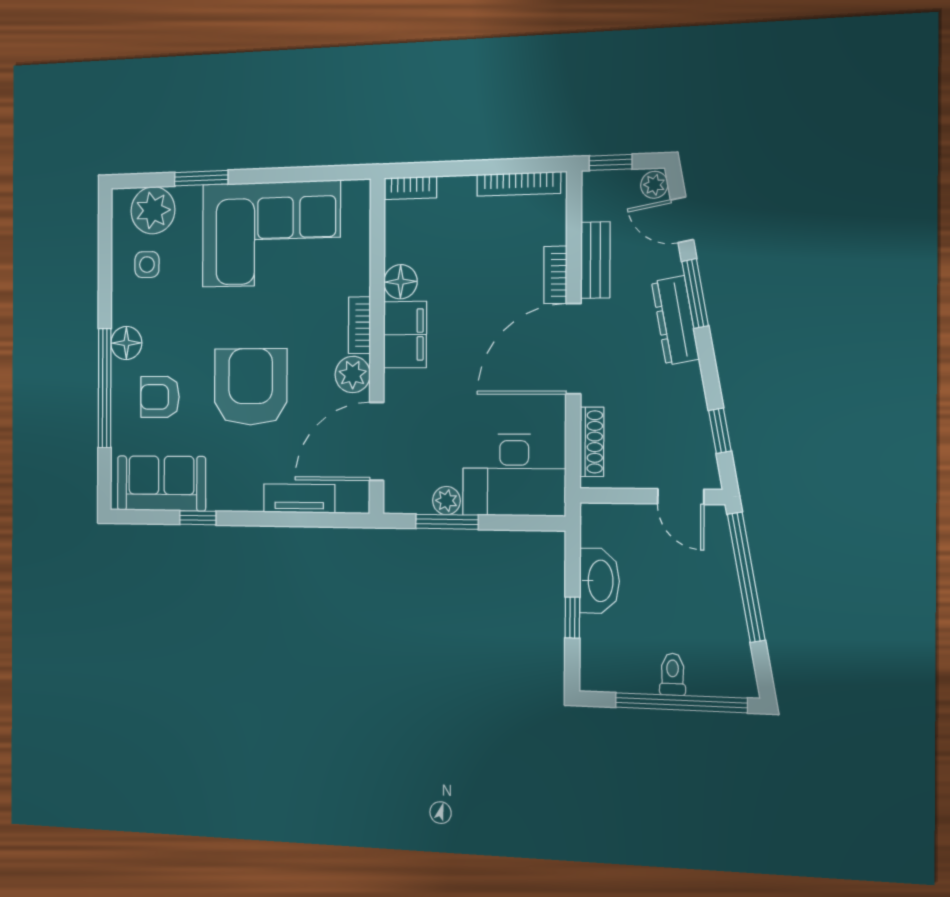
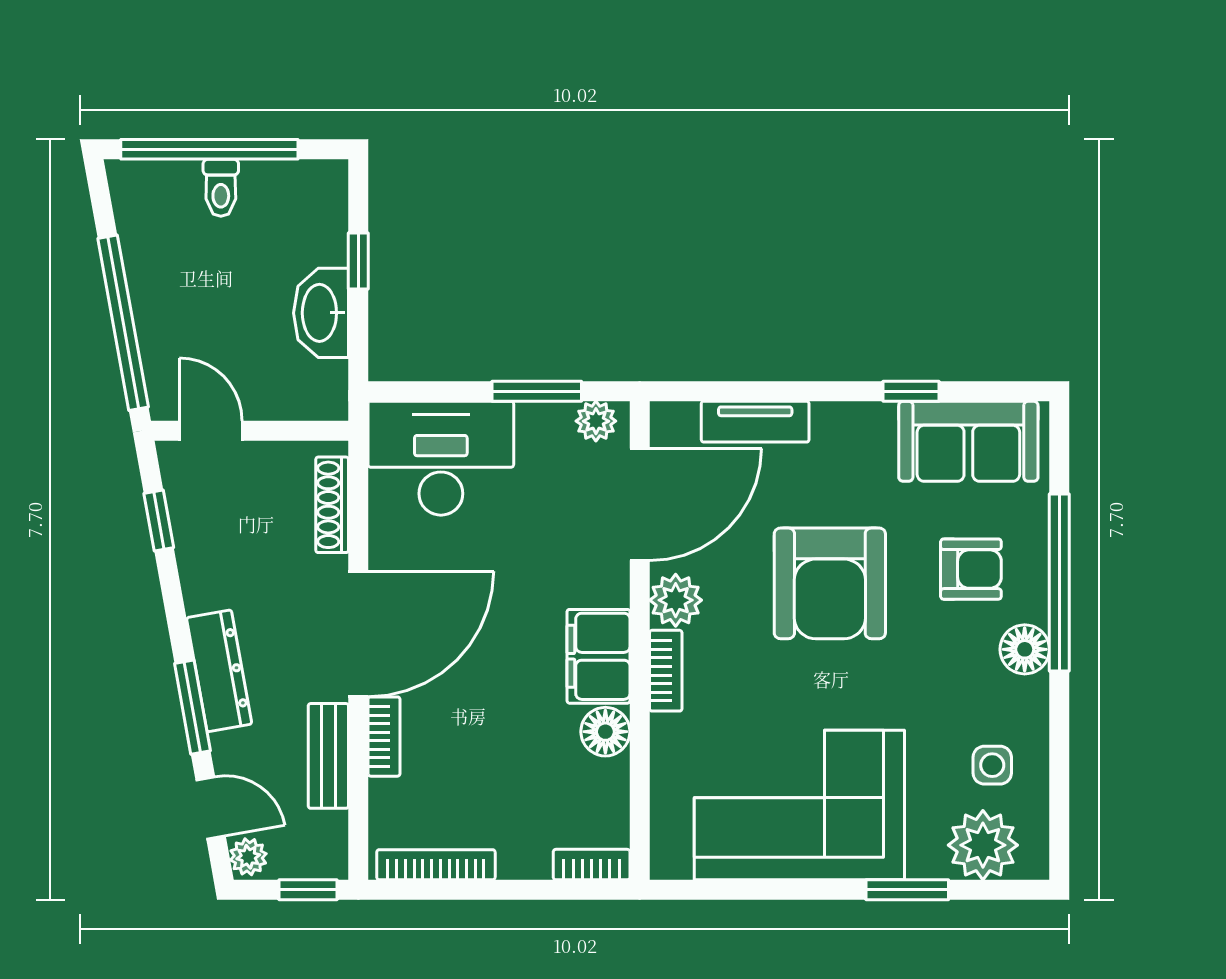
plant: (446, 501) -> (596, 421), moved

